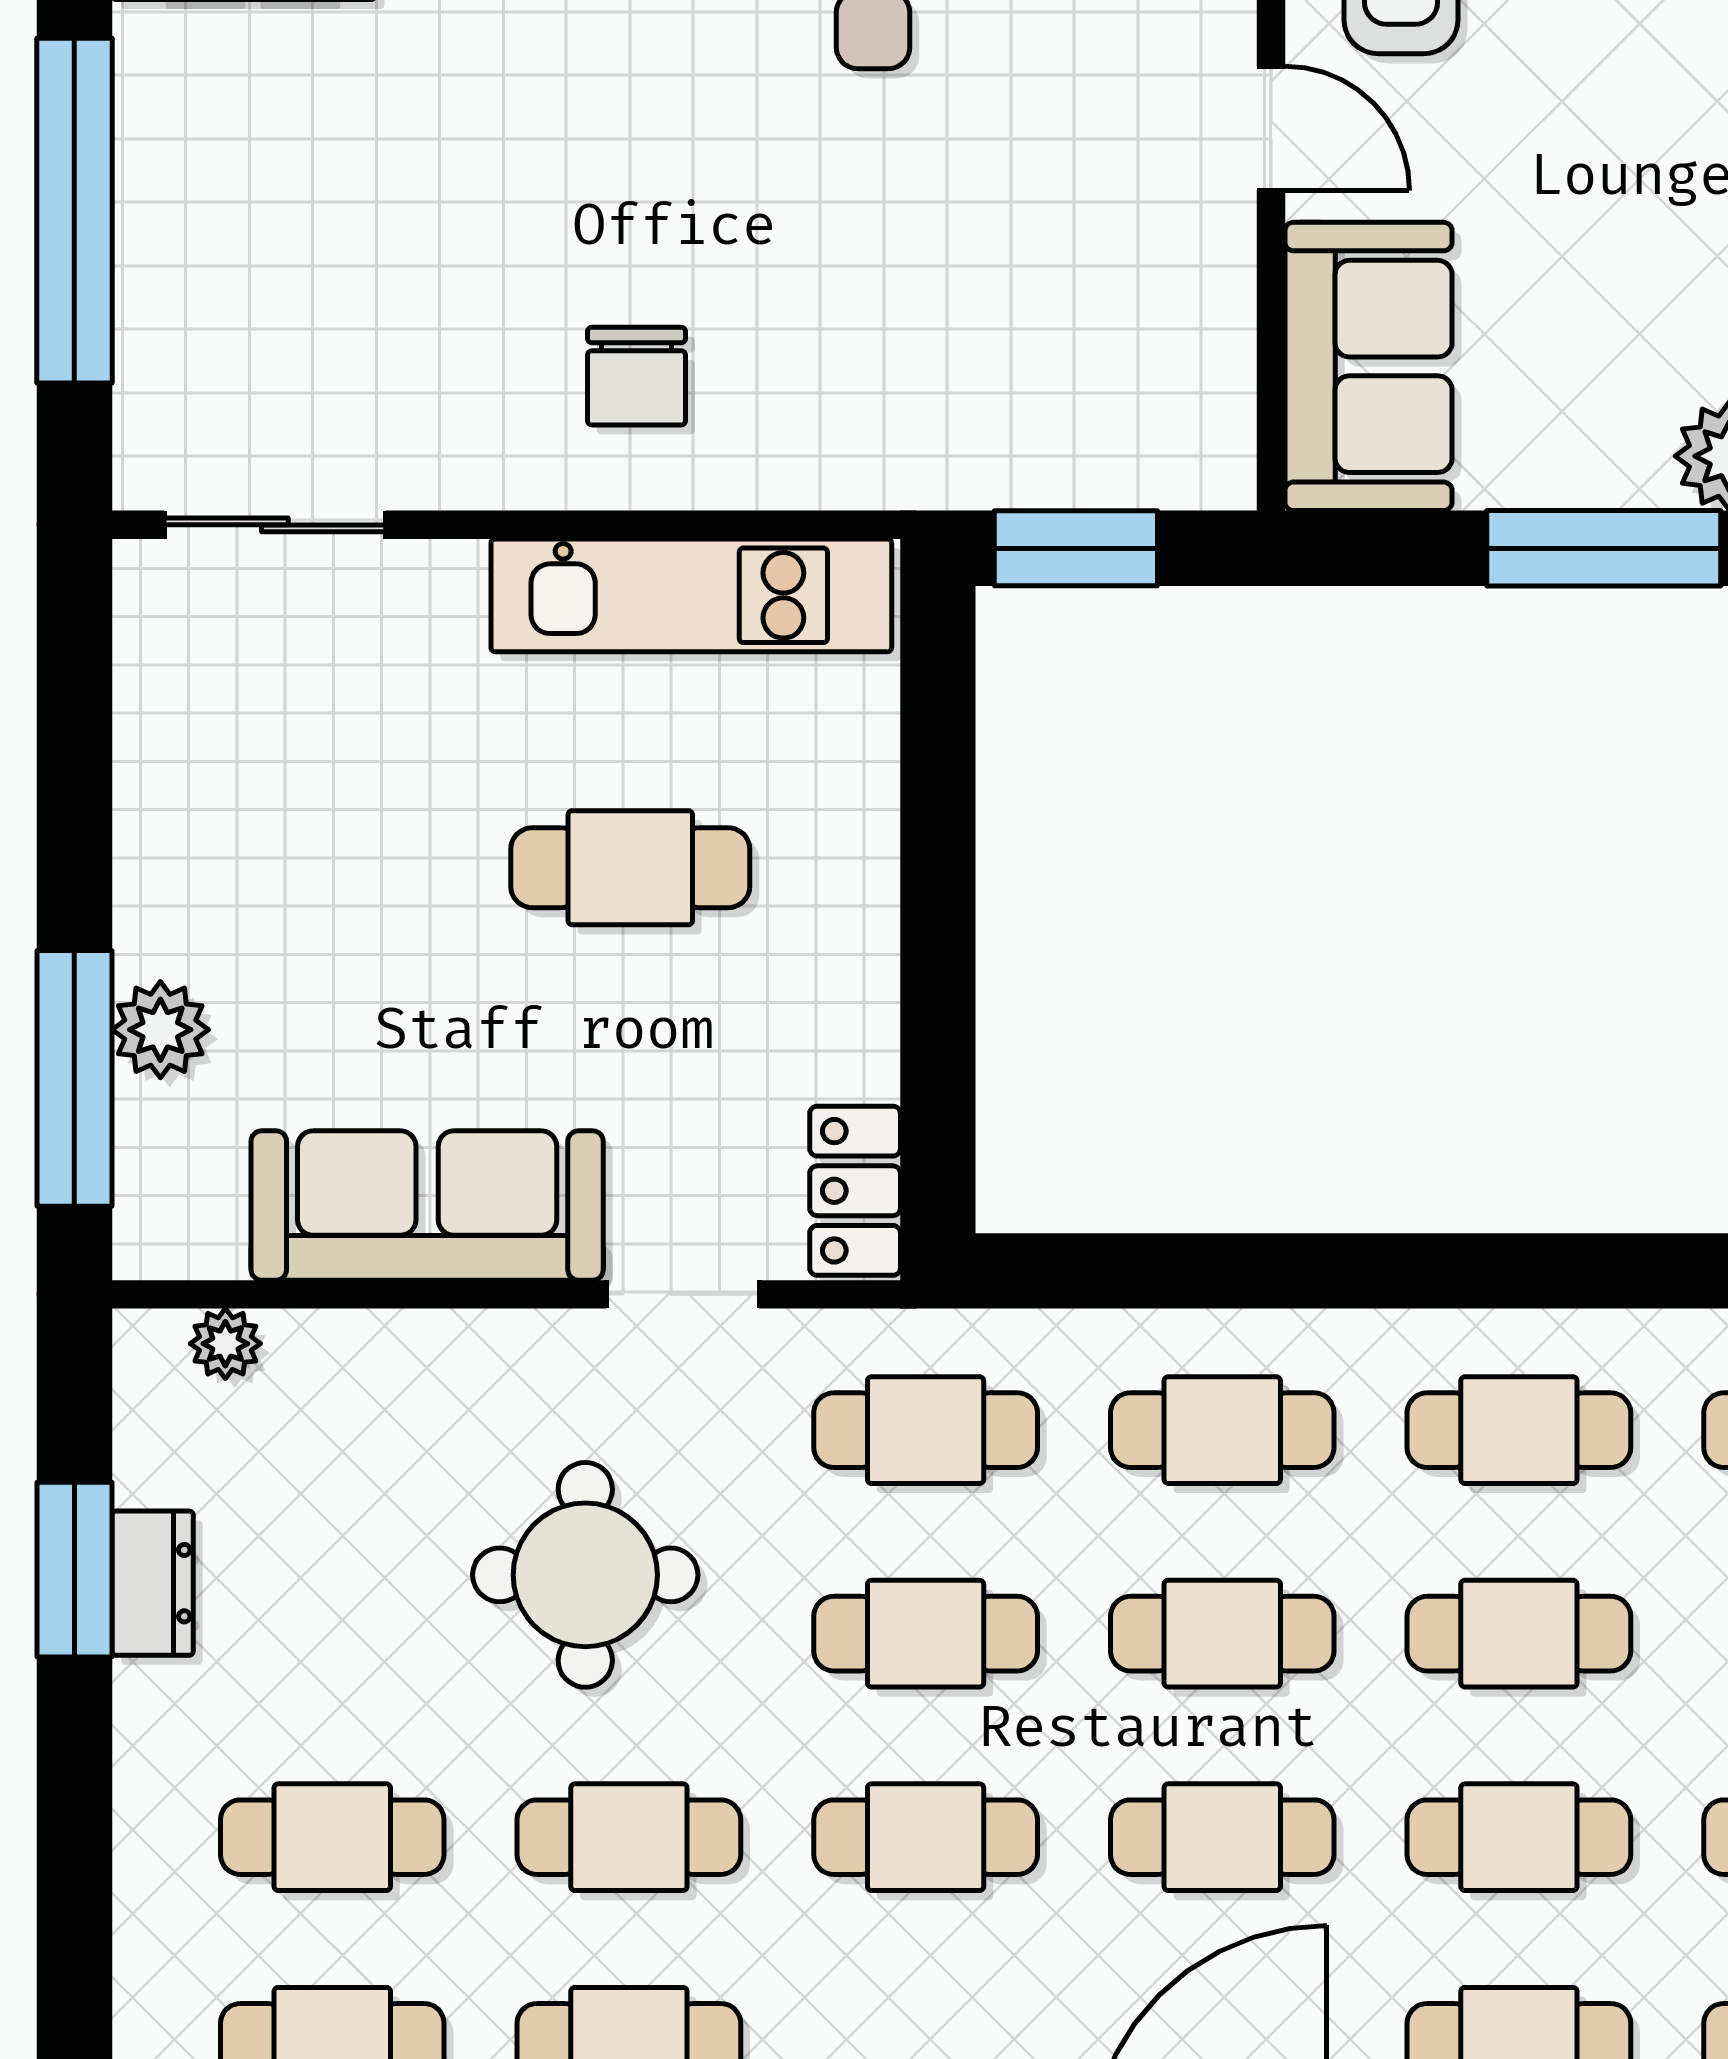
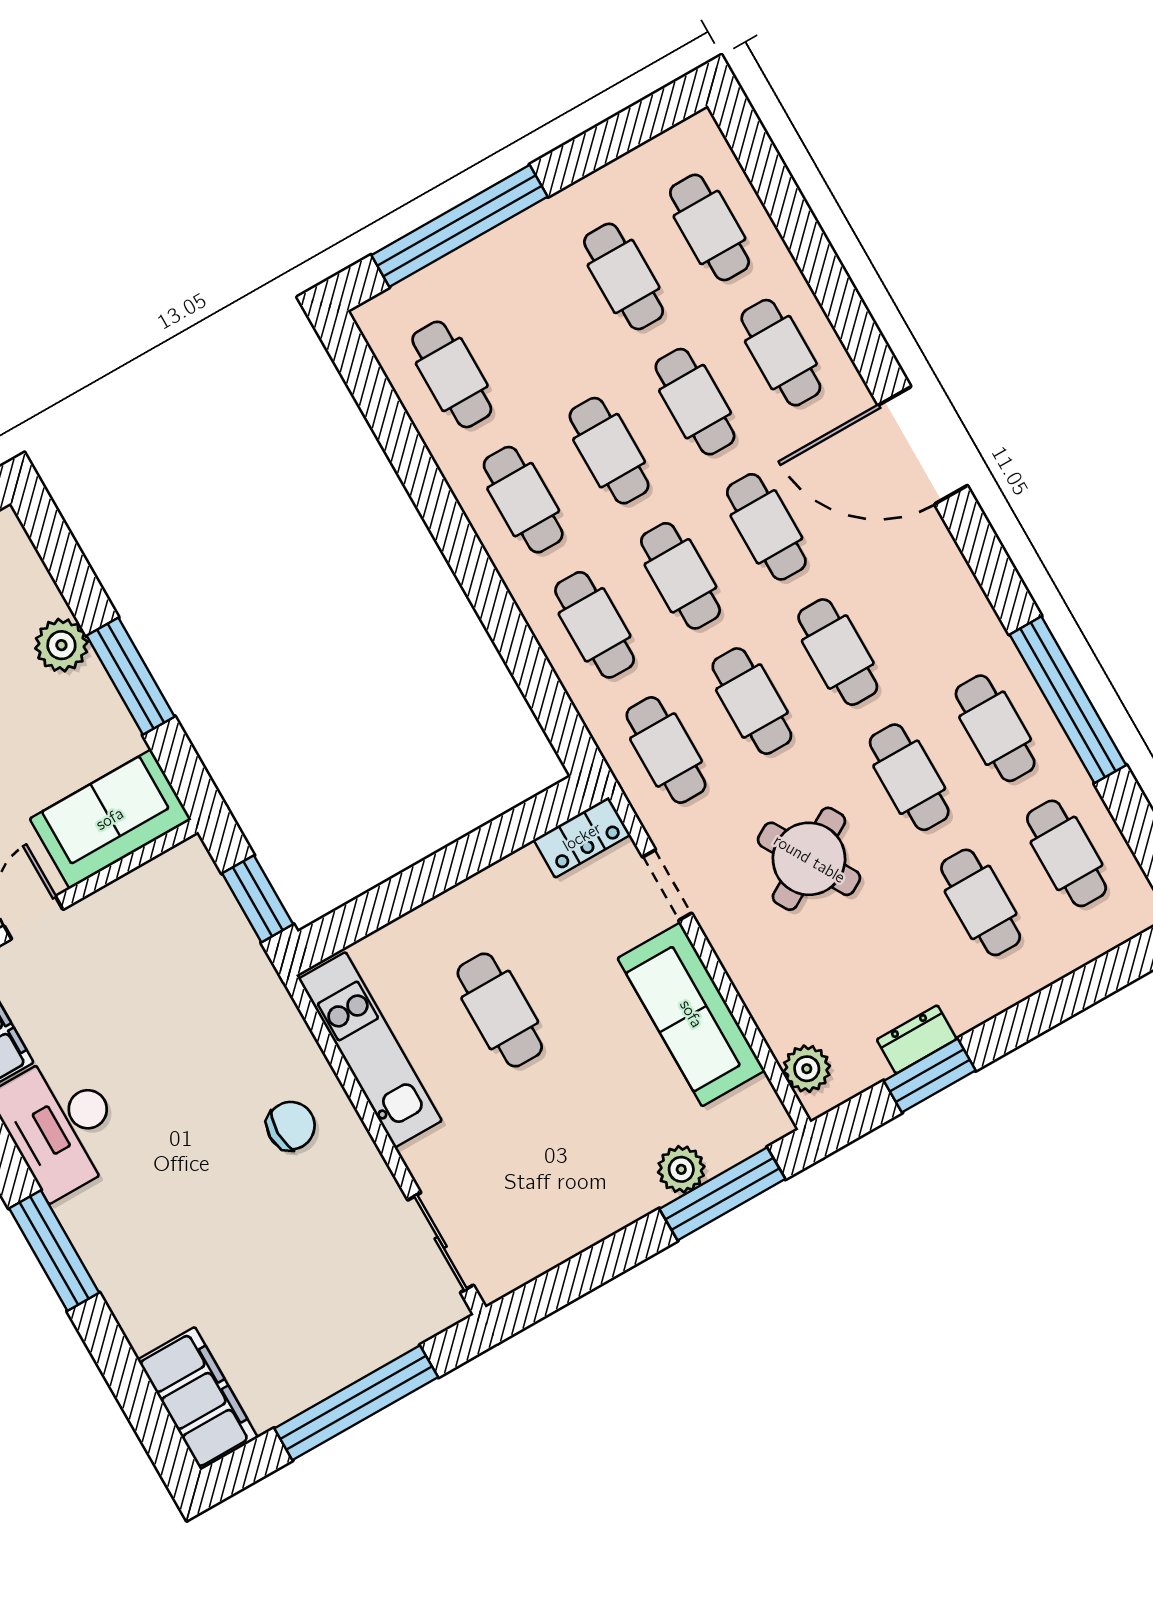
plant: (225, 1344) -> (807, 1069), width x1.38, depth x1.38
round table: (585, 1575) -> (809, 859), turned -30

